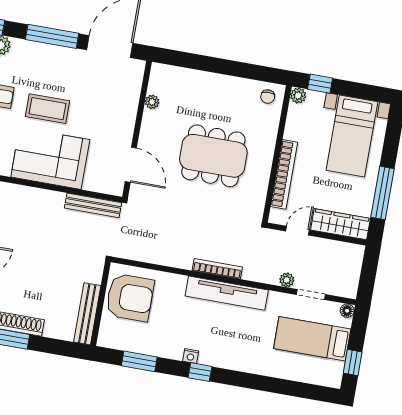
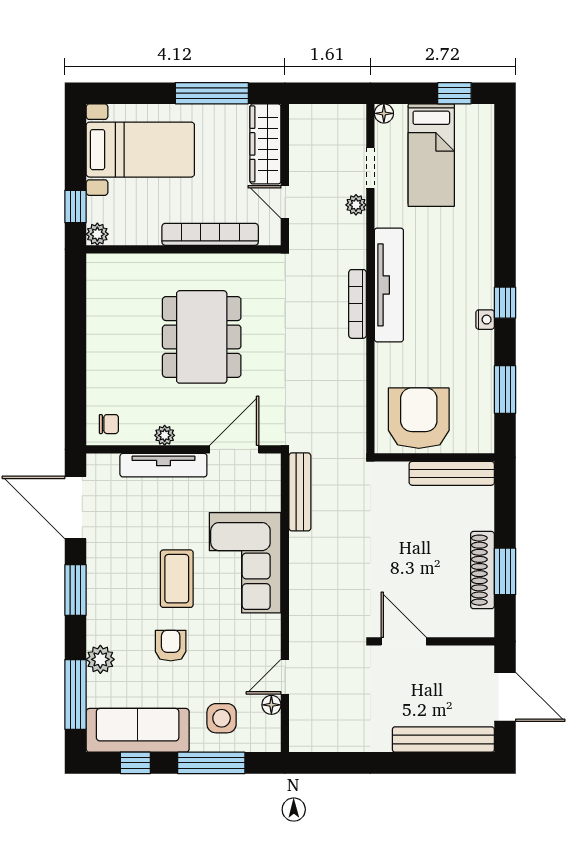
window: (52, 36) -> (75, 590), width x0.69
chair: (268, 97) -> (109, 424), moved
plant: (152, 102) -> (165, 435), moved
tv unit: (128, 113) -> (163, 465), added

